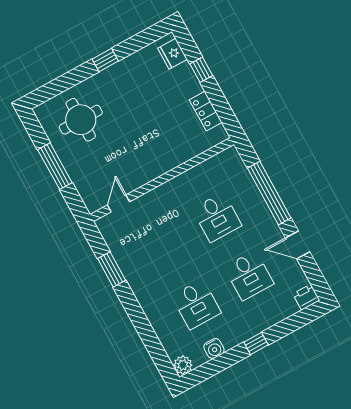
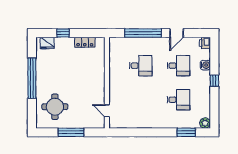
window: (105, 60) -> (32, 78), width x3.17
window: (112, 269) -> (186, 132), moved
water cooler: (214, 348) -> (205, 65), moved

